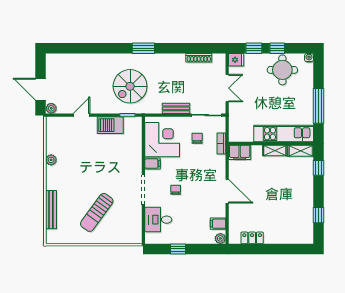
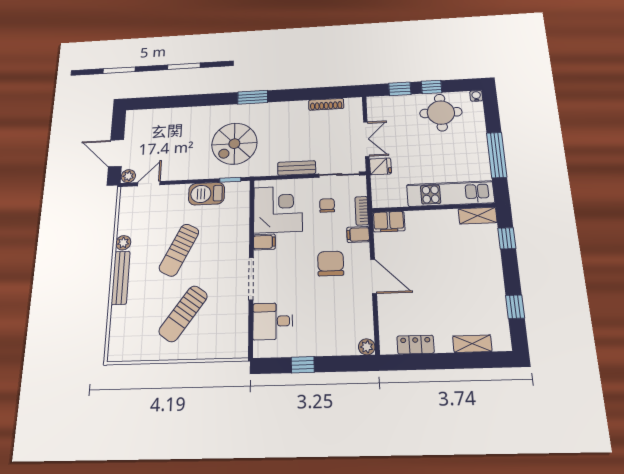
fridge: (236, 60) -> (380, 166), moved
door: (82, 115) -> (149, 184), moved
shelving: (275, 150) -> (472, 344), moved
sun lounger: (92, 167) -> (179, 250), added
chair: (176, 190) -> (331, 263), moved, width x1.87, depth x1.87
bench: (51, 210) -> (121, 278), moved
filing cabinet: (218, 224) -> (358, 235), moved

